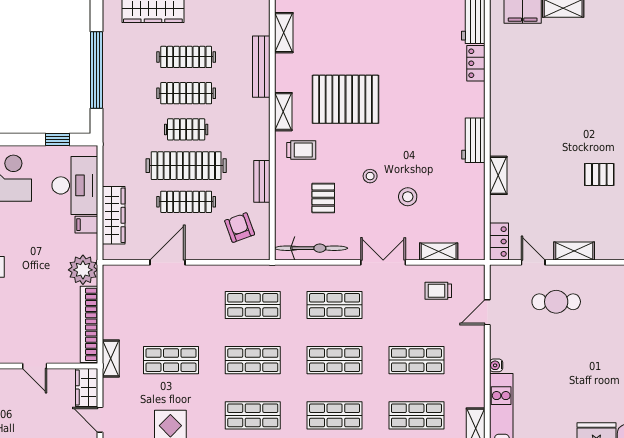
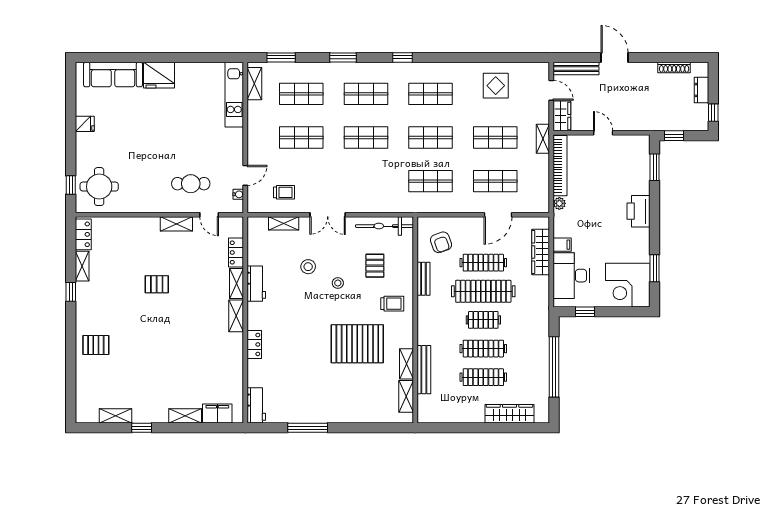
locker: (476, 63) -> (254, 344), moved
shelving: (283, 112) -> (407, 364), moved
shelving: (499, 134) -> (236, 316), added
workbench: (473, 140) -> (256, 284), moved
trolley: (301, 150) -> (392, 304), turned 180
locker: (499, 242) -> (236, 252), moved
plant: (83, 270) -> (559, 203), width x0.53, depth x0.53
shop shelf: (335, 305) -> (495, 181), moved
water cooler: (496, 365) -> (238, 194), moved

